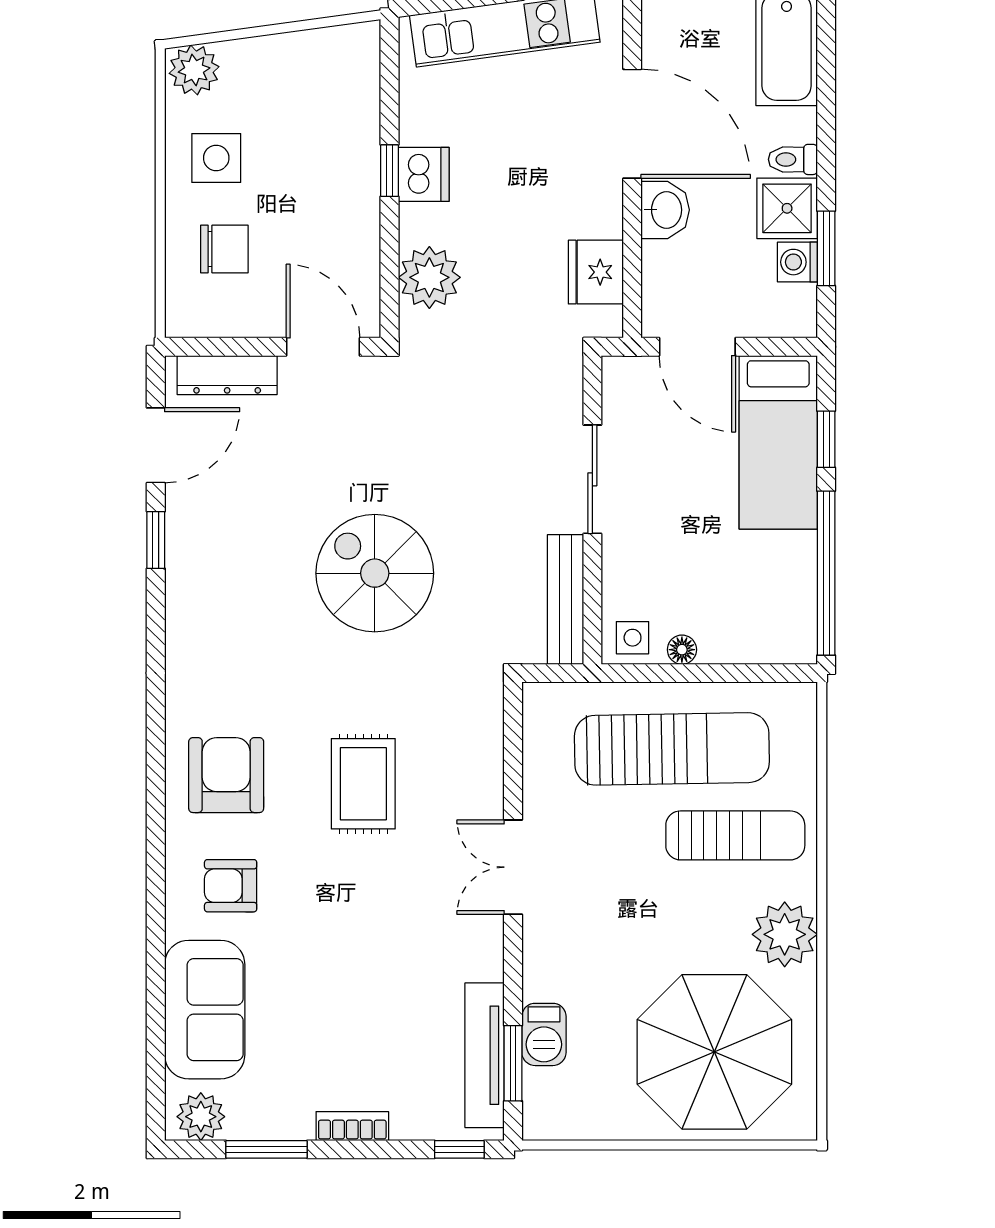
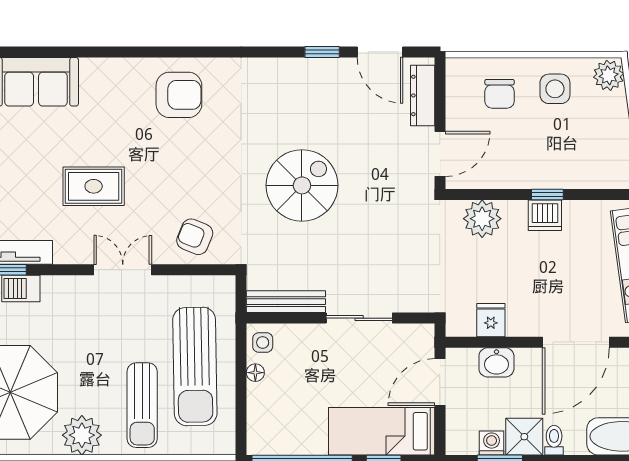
washbasin: (665, 210) -> (496, 362), moved
fridge: (596, 272) -> (491, 320), width x0.72
rug: (363, 784) -> (94, 186), moved
armchair: (231, 886) -> (195, 237), moved, turned -68

